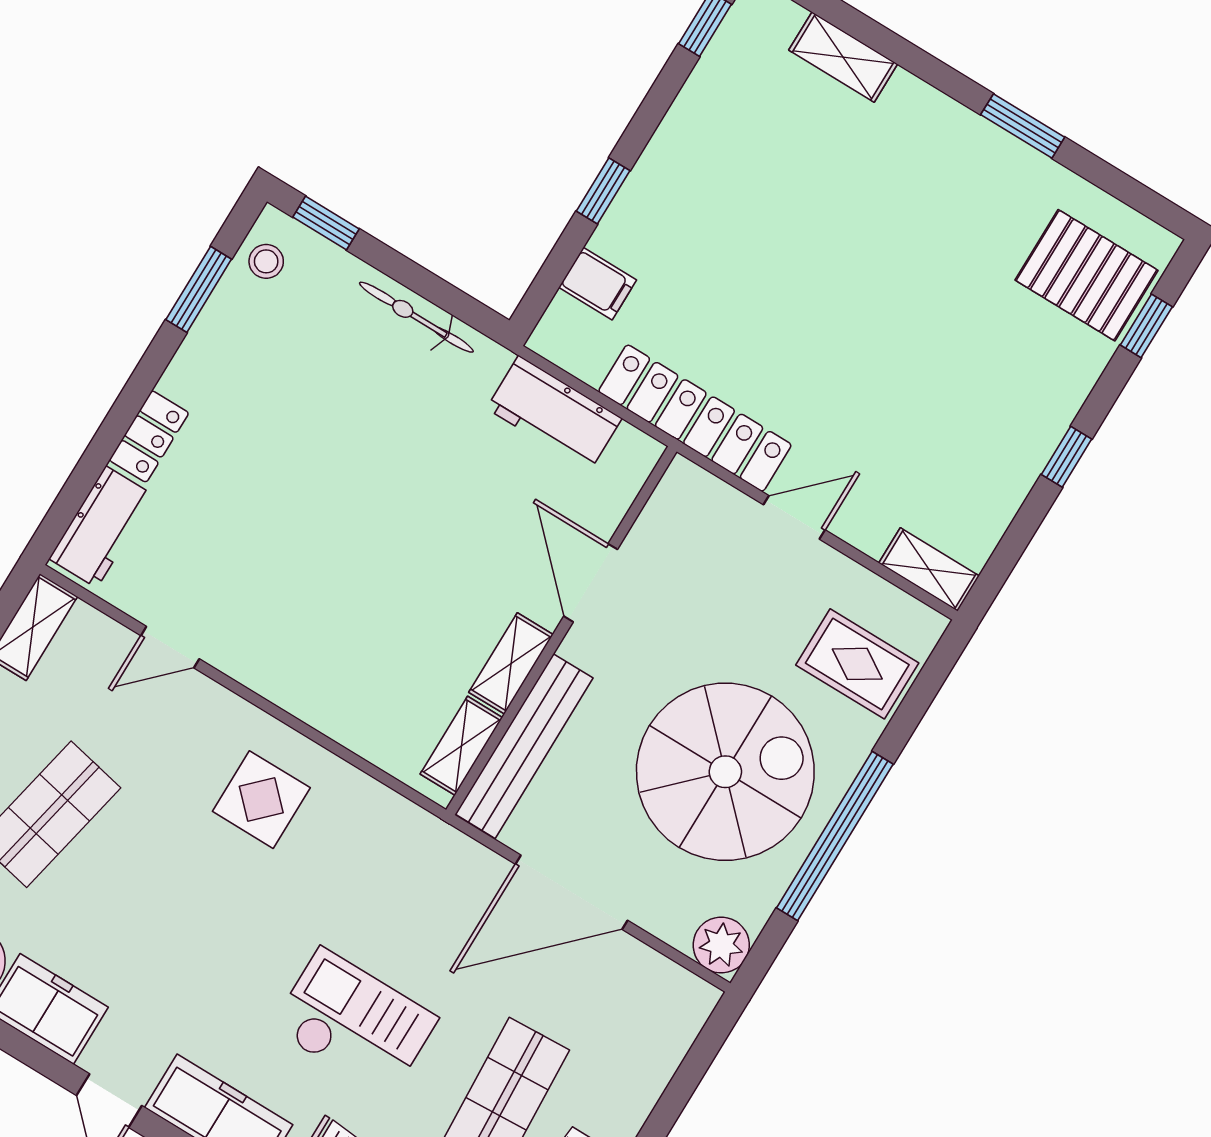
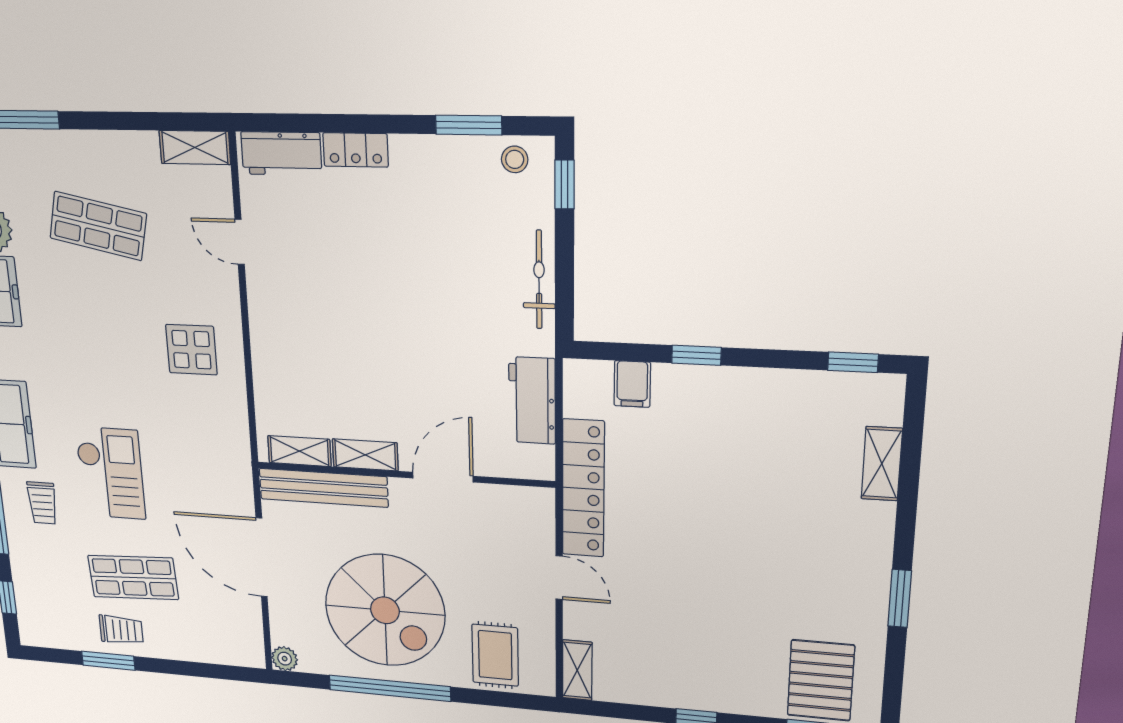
plant: (721, 945) -> (285, 659), width x0.73, depth x0.73

